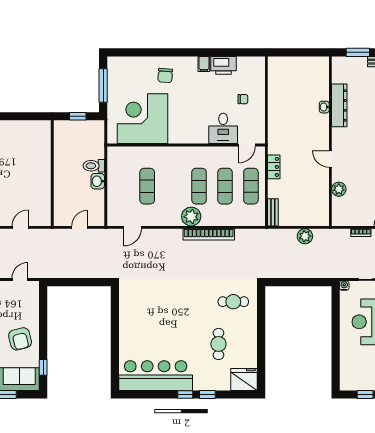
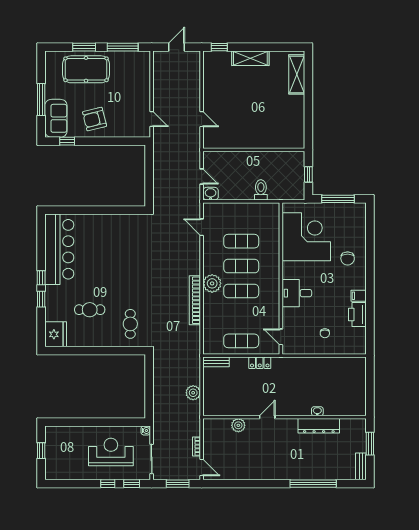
chair: (165, 76) -> (348, 258), turned -94
desk: (223, 128) -> (297, 293), moved
washbasin: (98, 181) -> (211, 194), moved
exercise mat: (225, 186) -> (241, 266), moved

